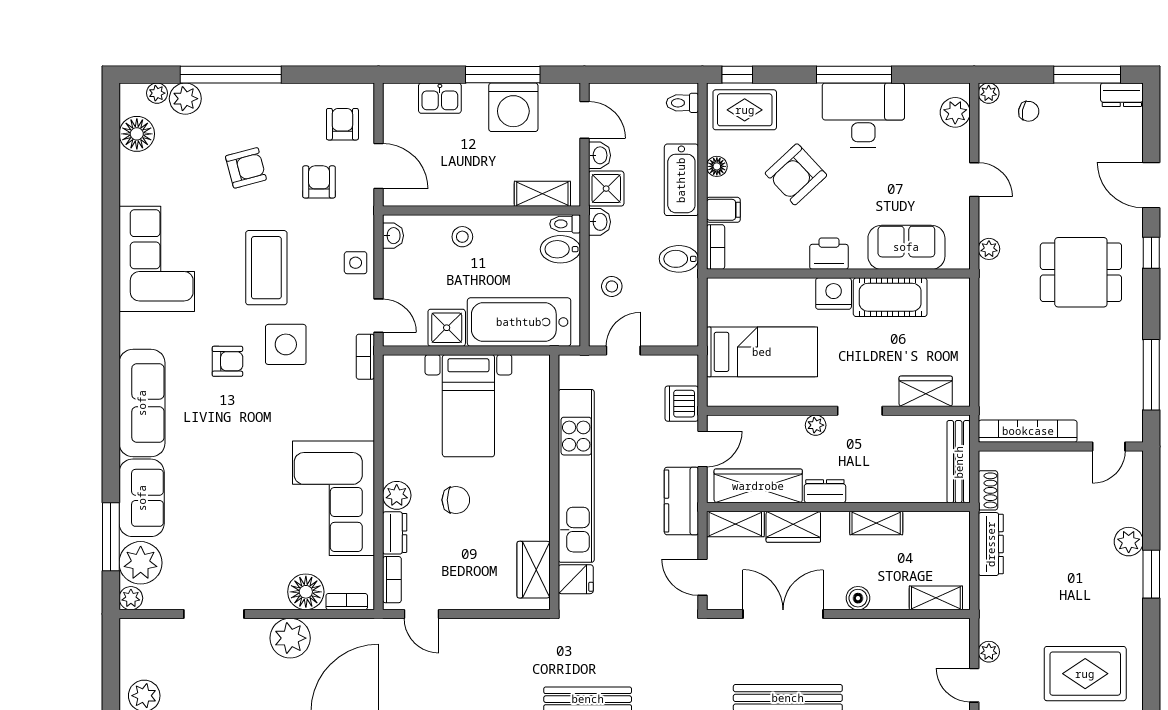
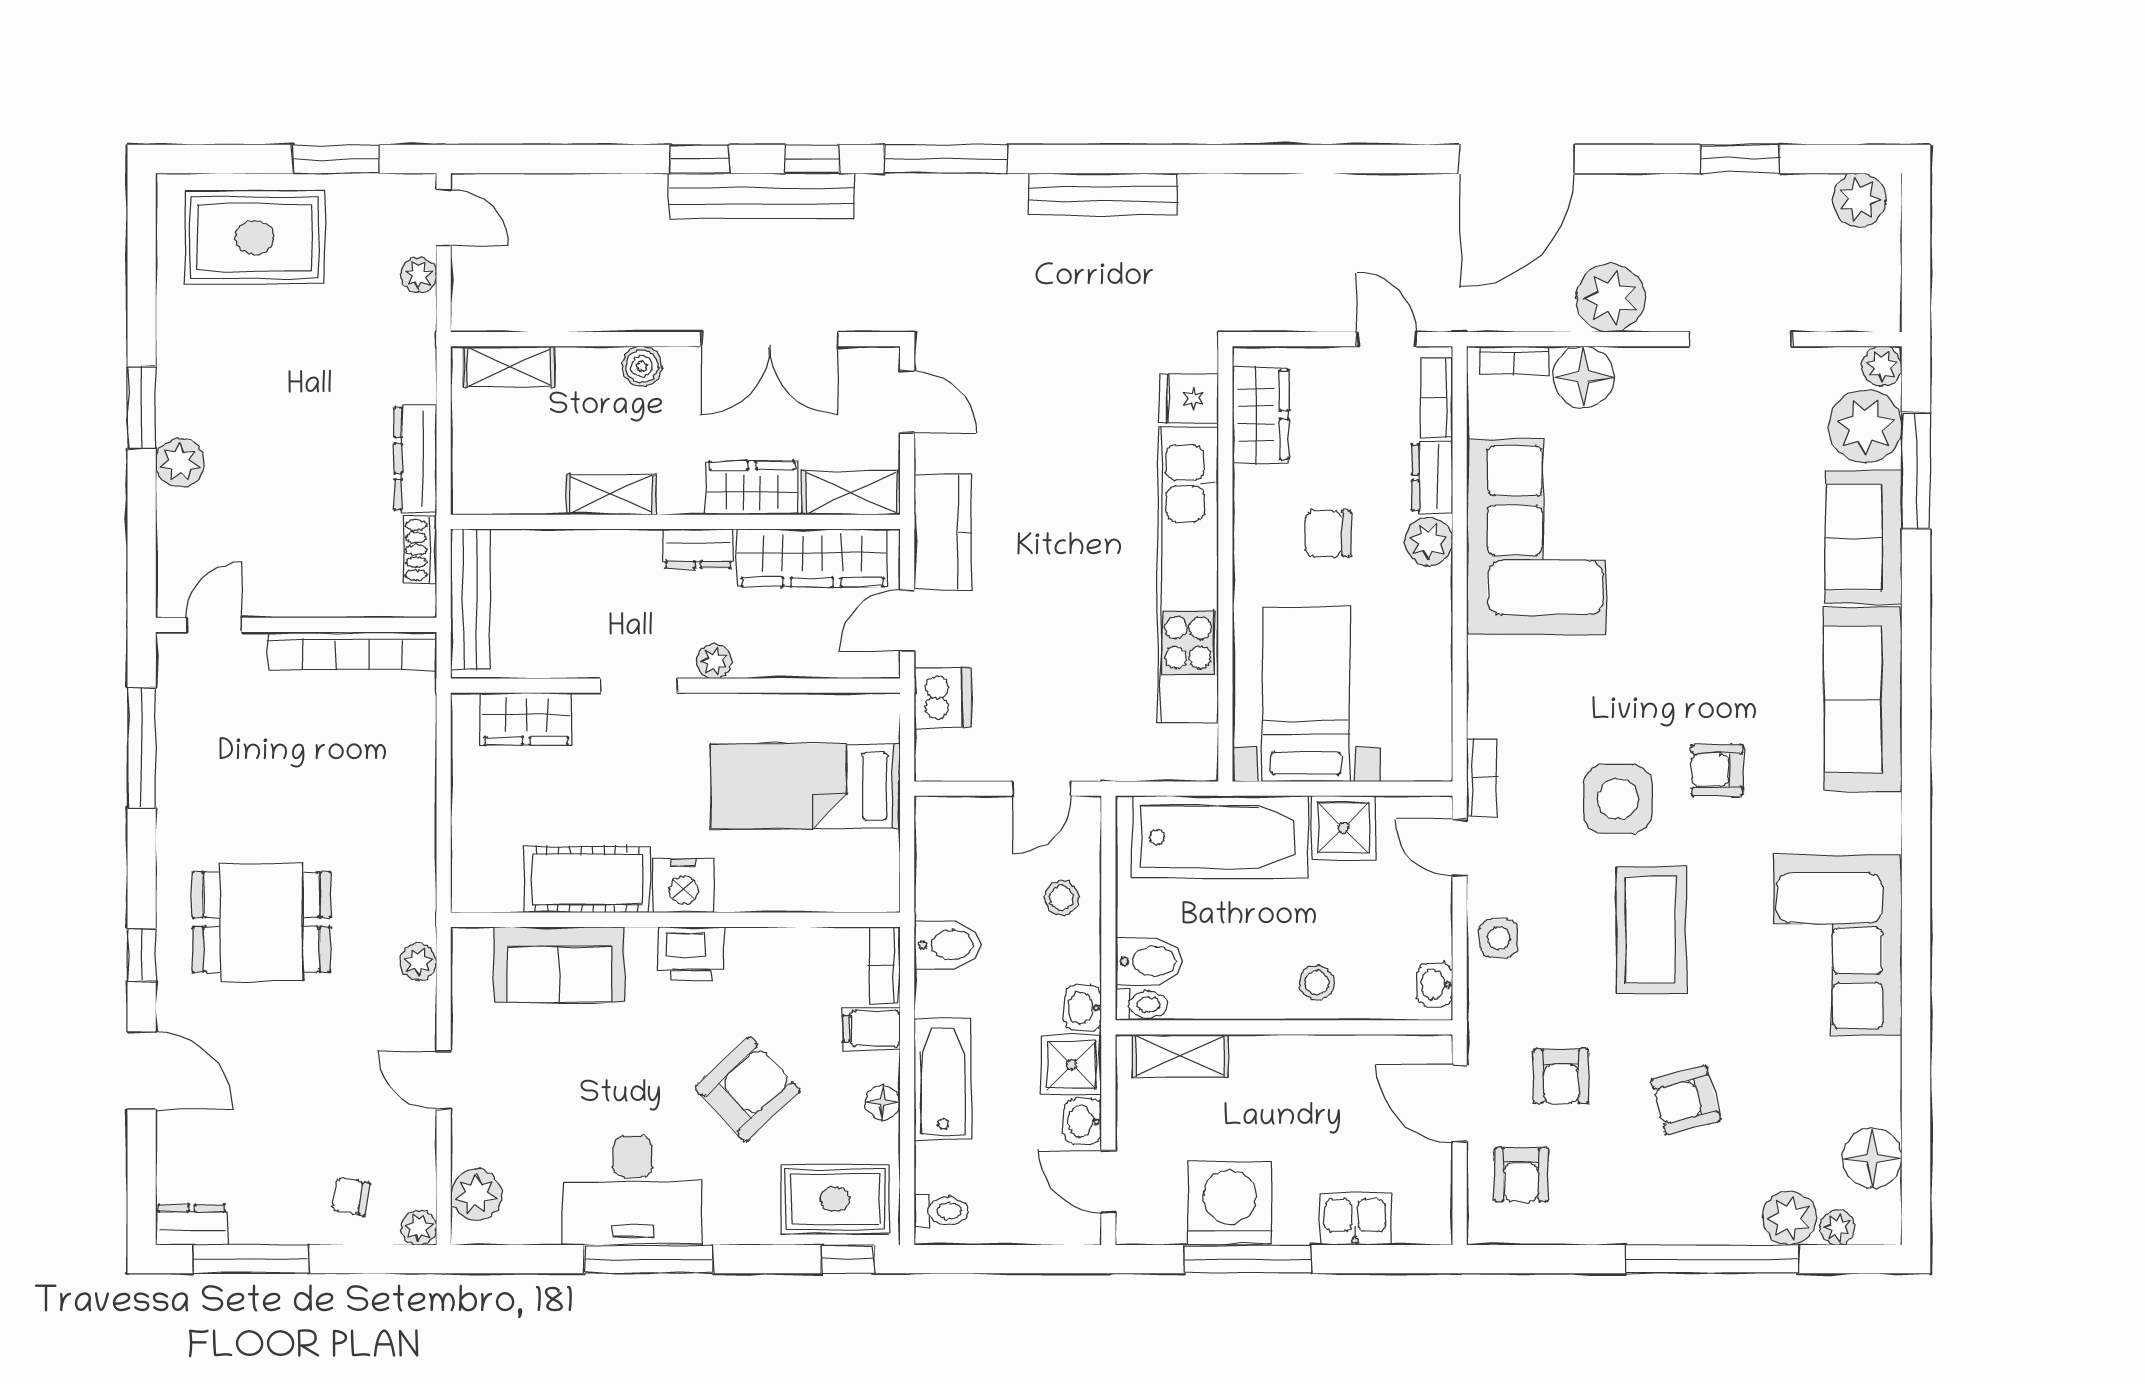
kitchen unit: (576, 476) -> (1188, 575), moved
wall: (554, 482) -> (1225, 564), moved
wardrobe: (534, 570) -> (1261, 415), moved
fridge: (576, 579) -> (1189, 399), moved

